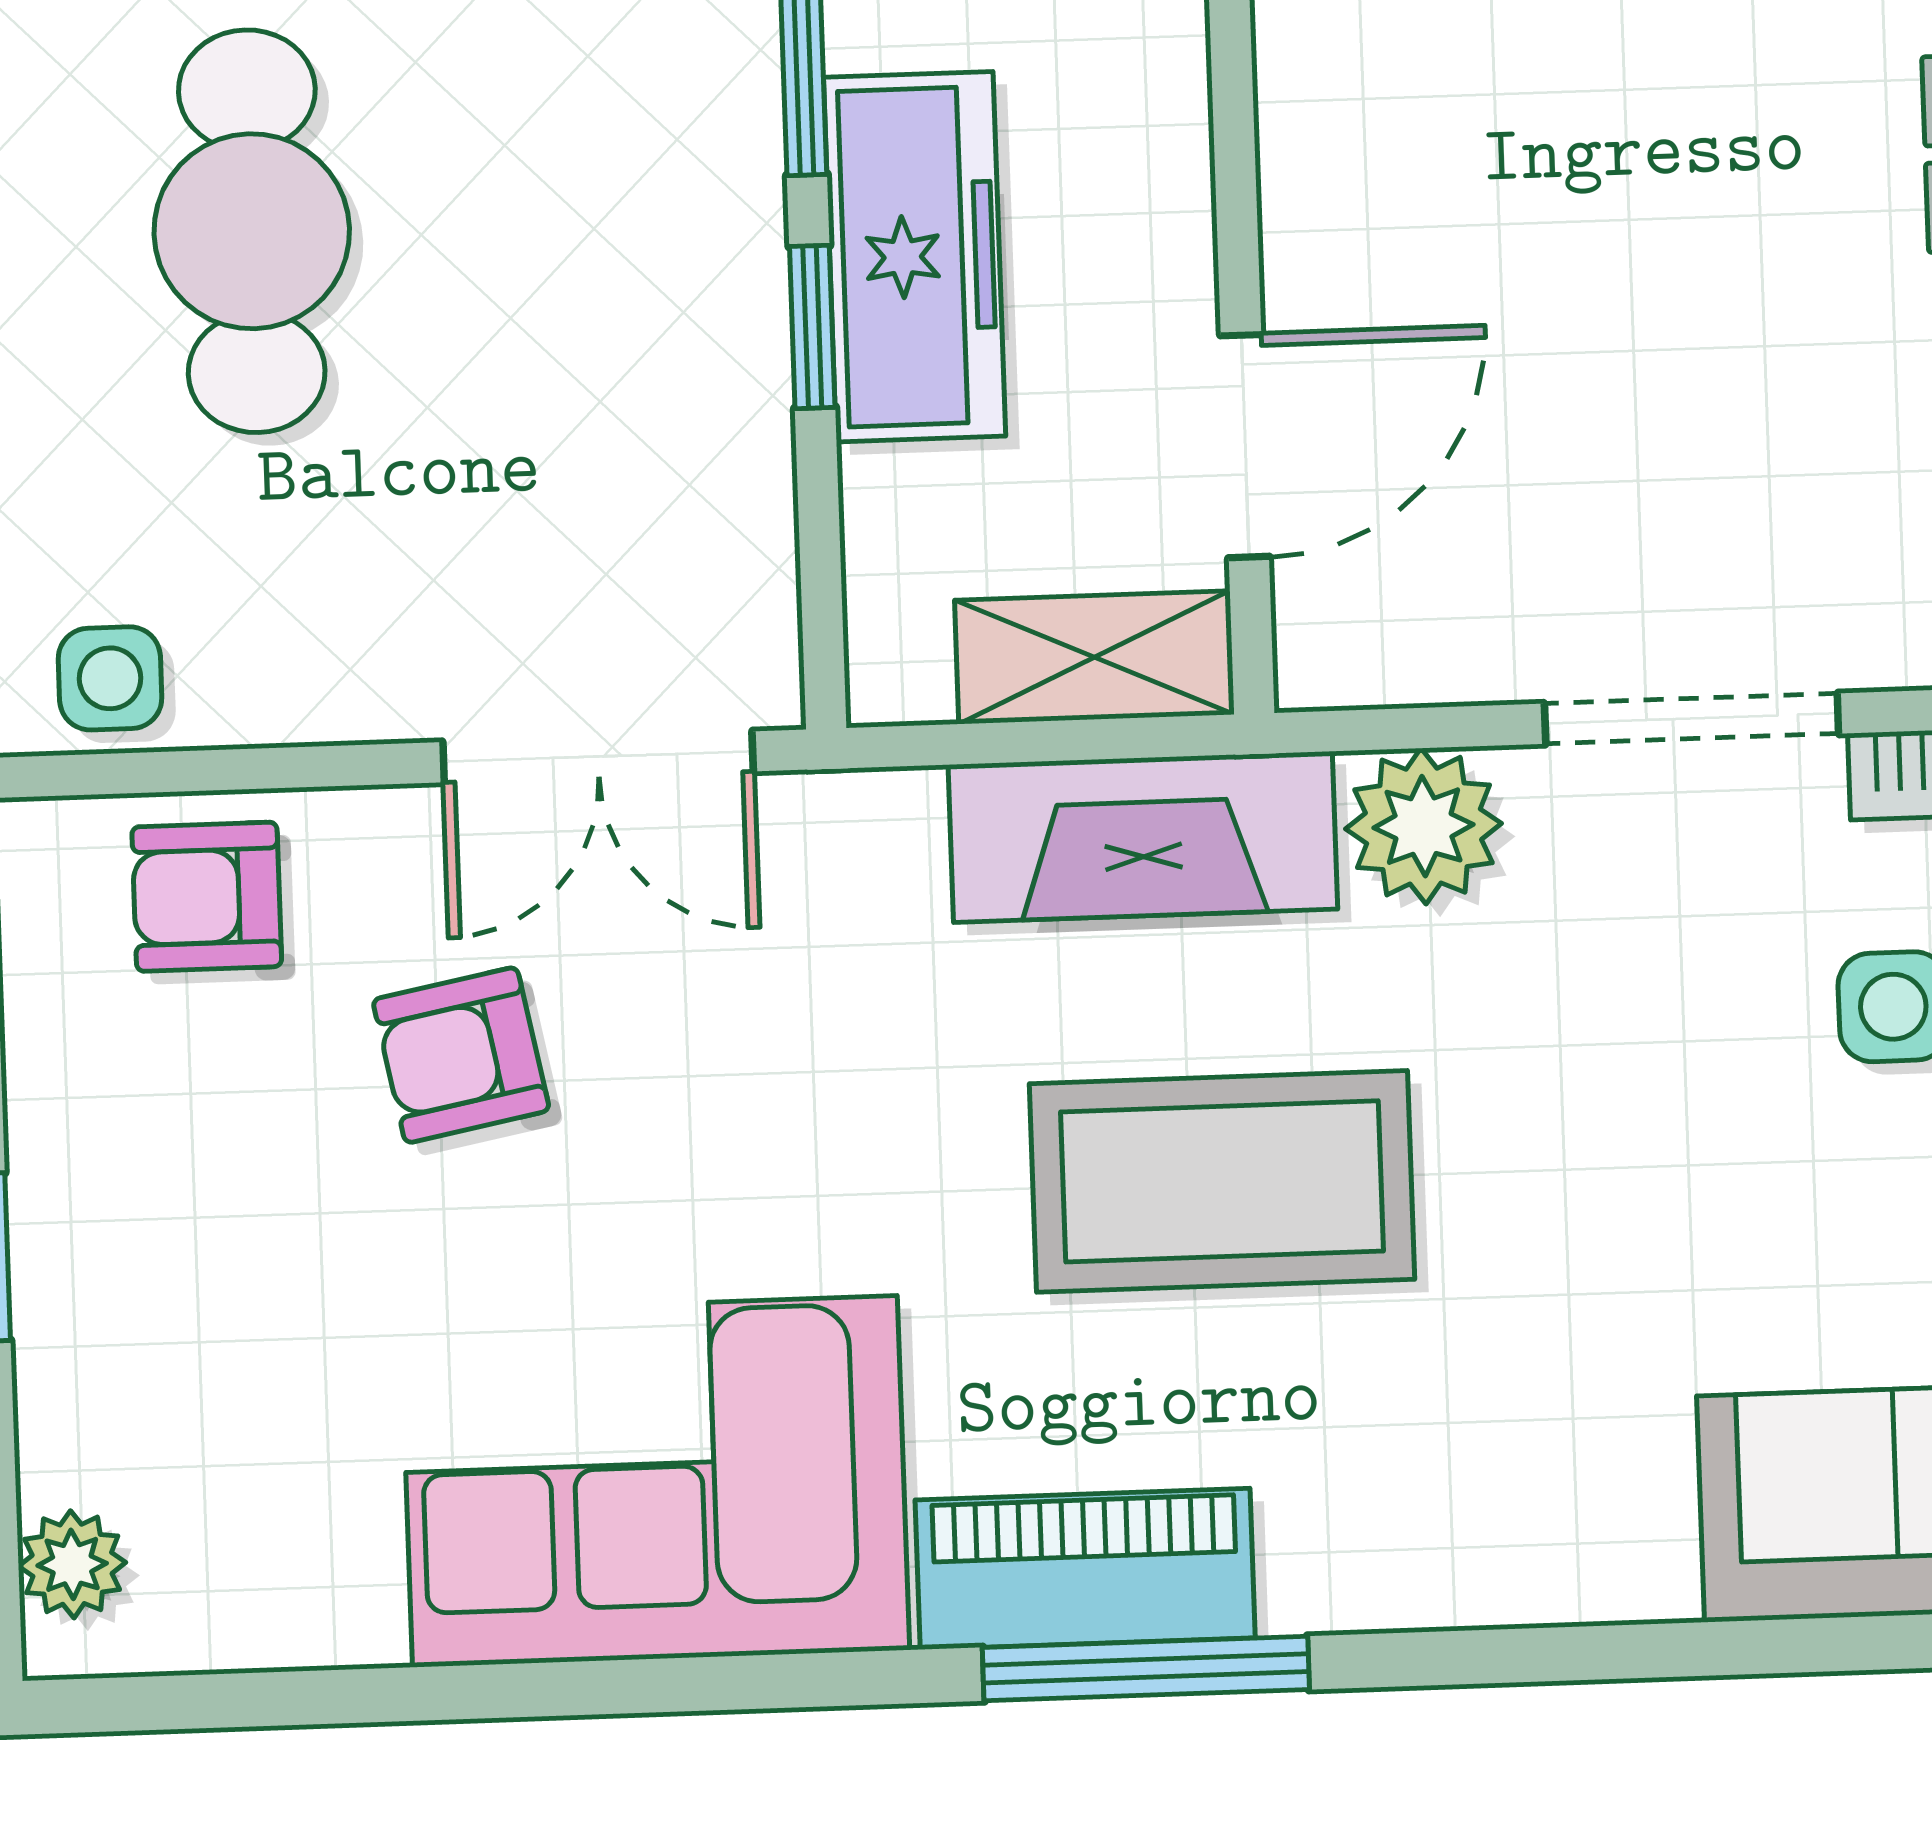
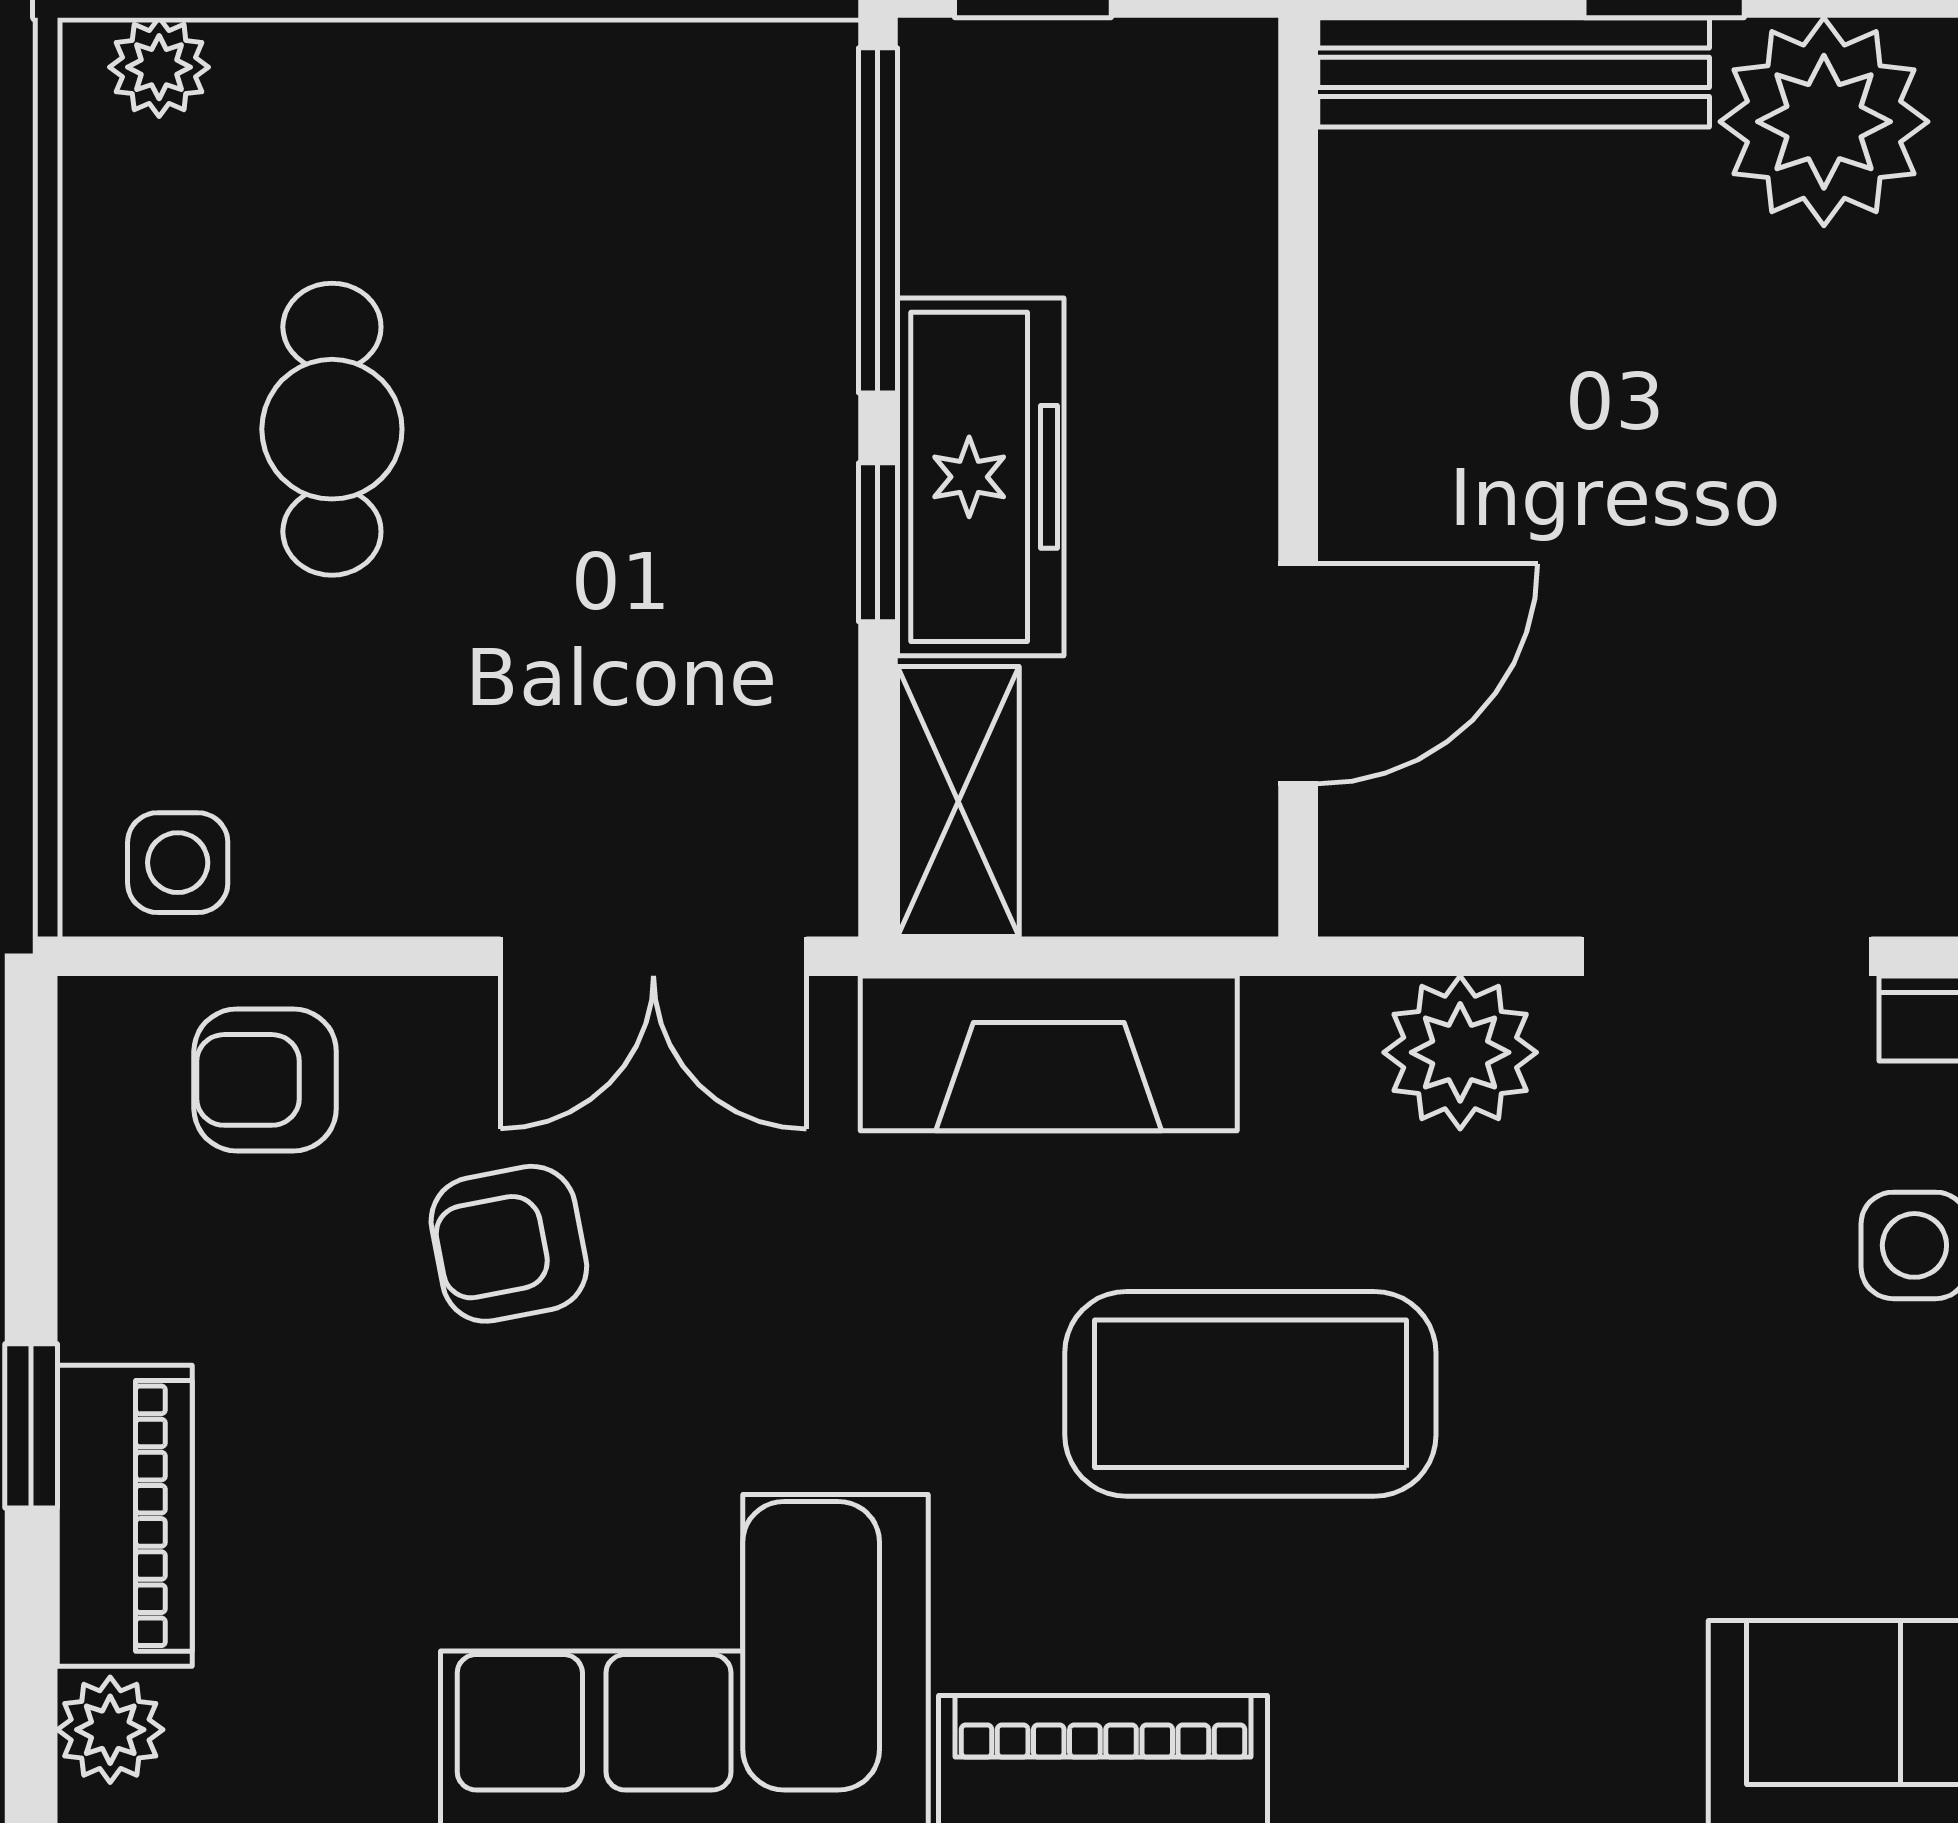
cafe table: (252, 231) -> (332, 429), width x0.73, depth x0.74
shelving: (1094, 657) -> (958, 801), moved, turned 90
fireplace: (1143, 837) -> (1049, 1053), moved
piano: (79, 1346) -> (125, 1516), added

